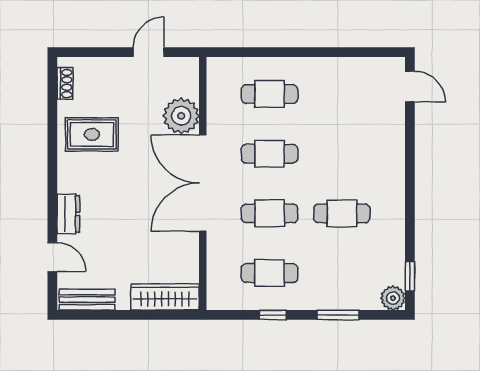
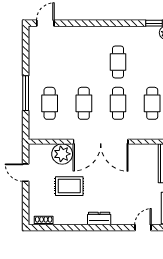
window: (287, 52) -> (26, 93), added
rug: (92, 134) -> (69, 186), moved, turned 90
dresser: (68, 214) -> (99, 219), moved

